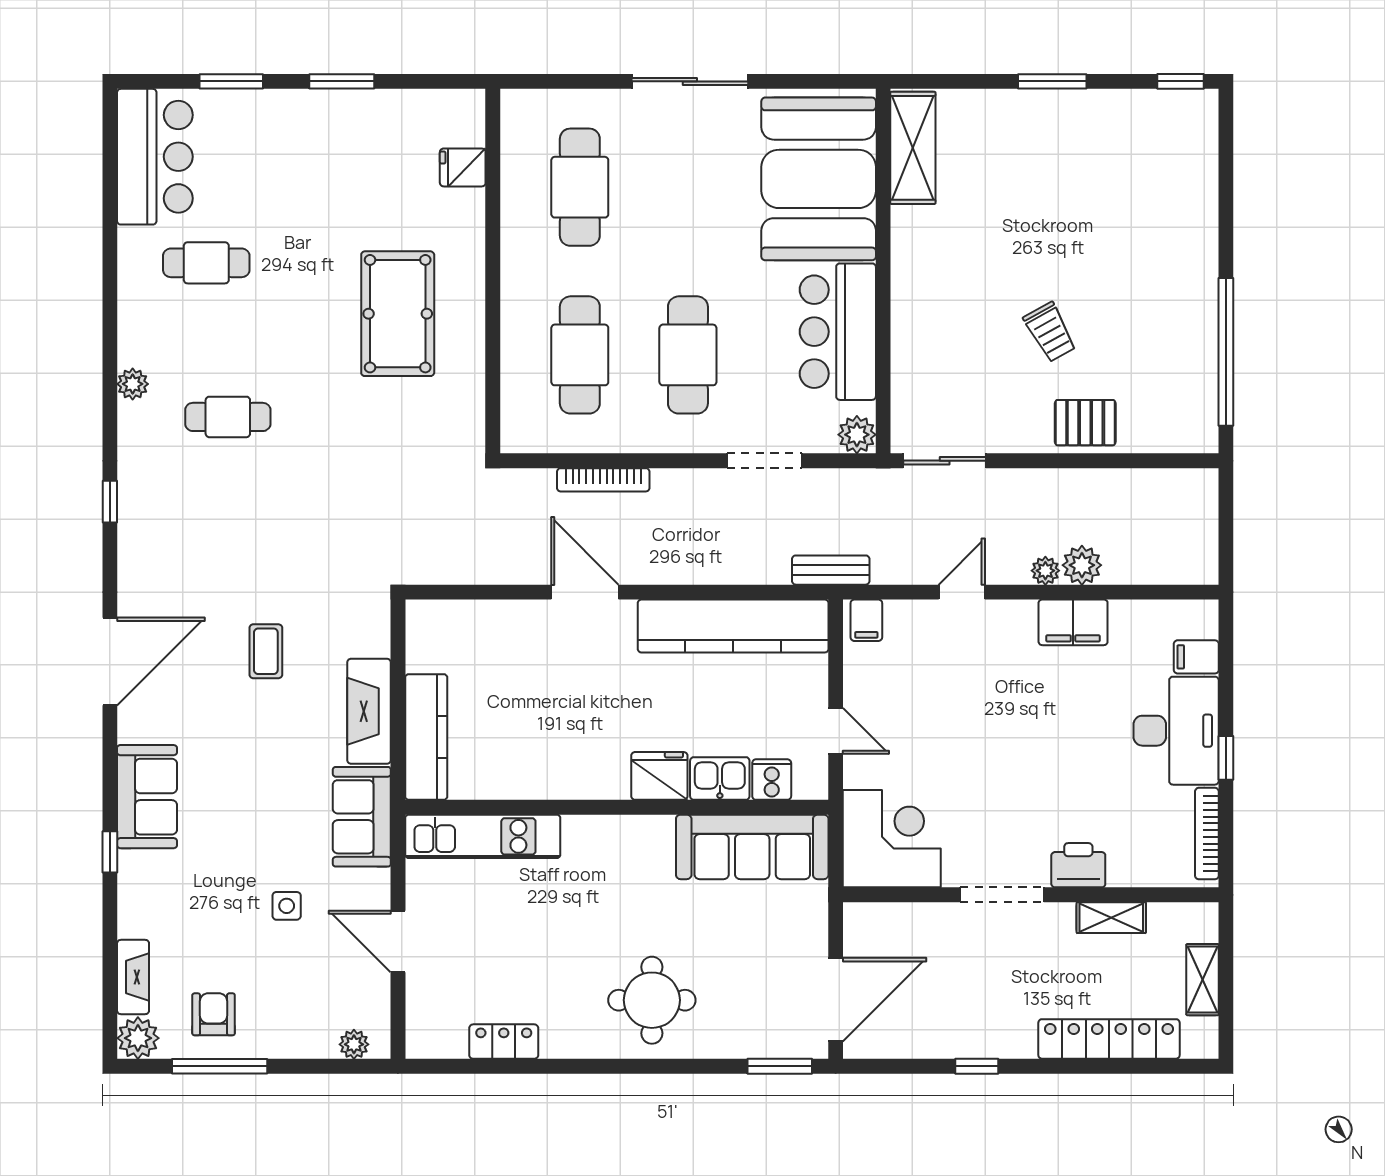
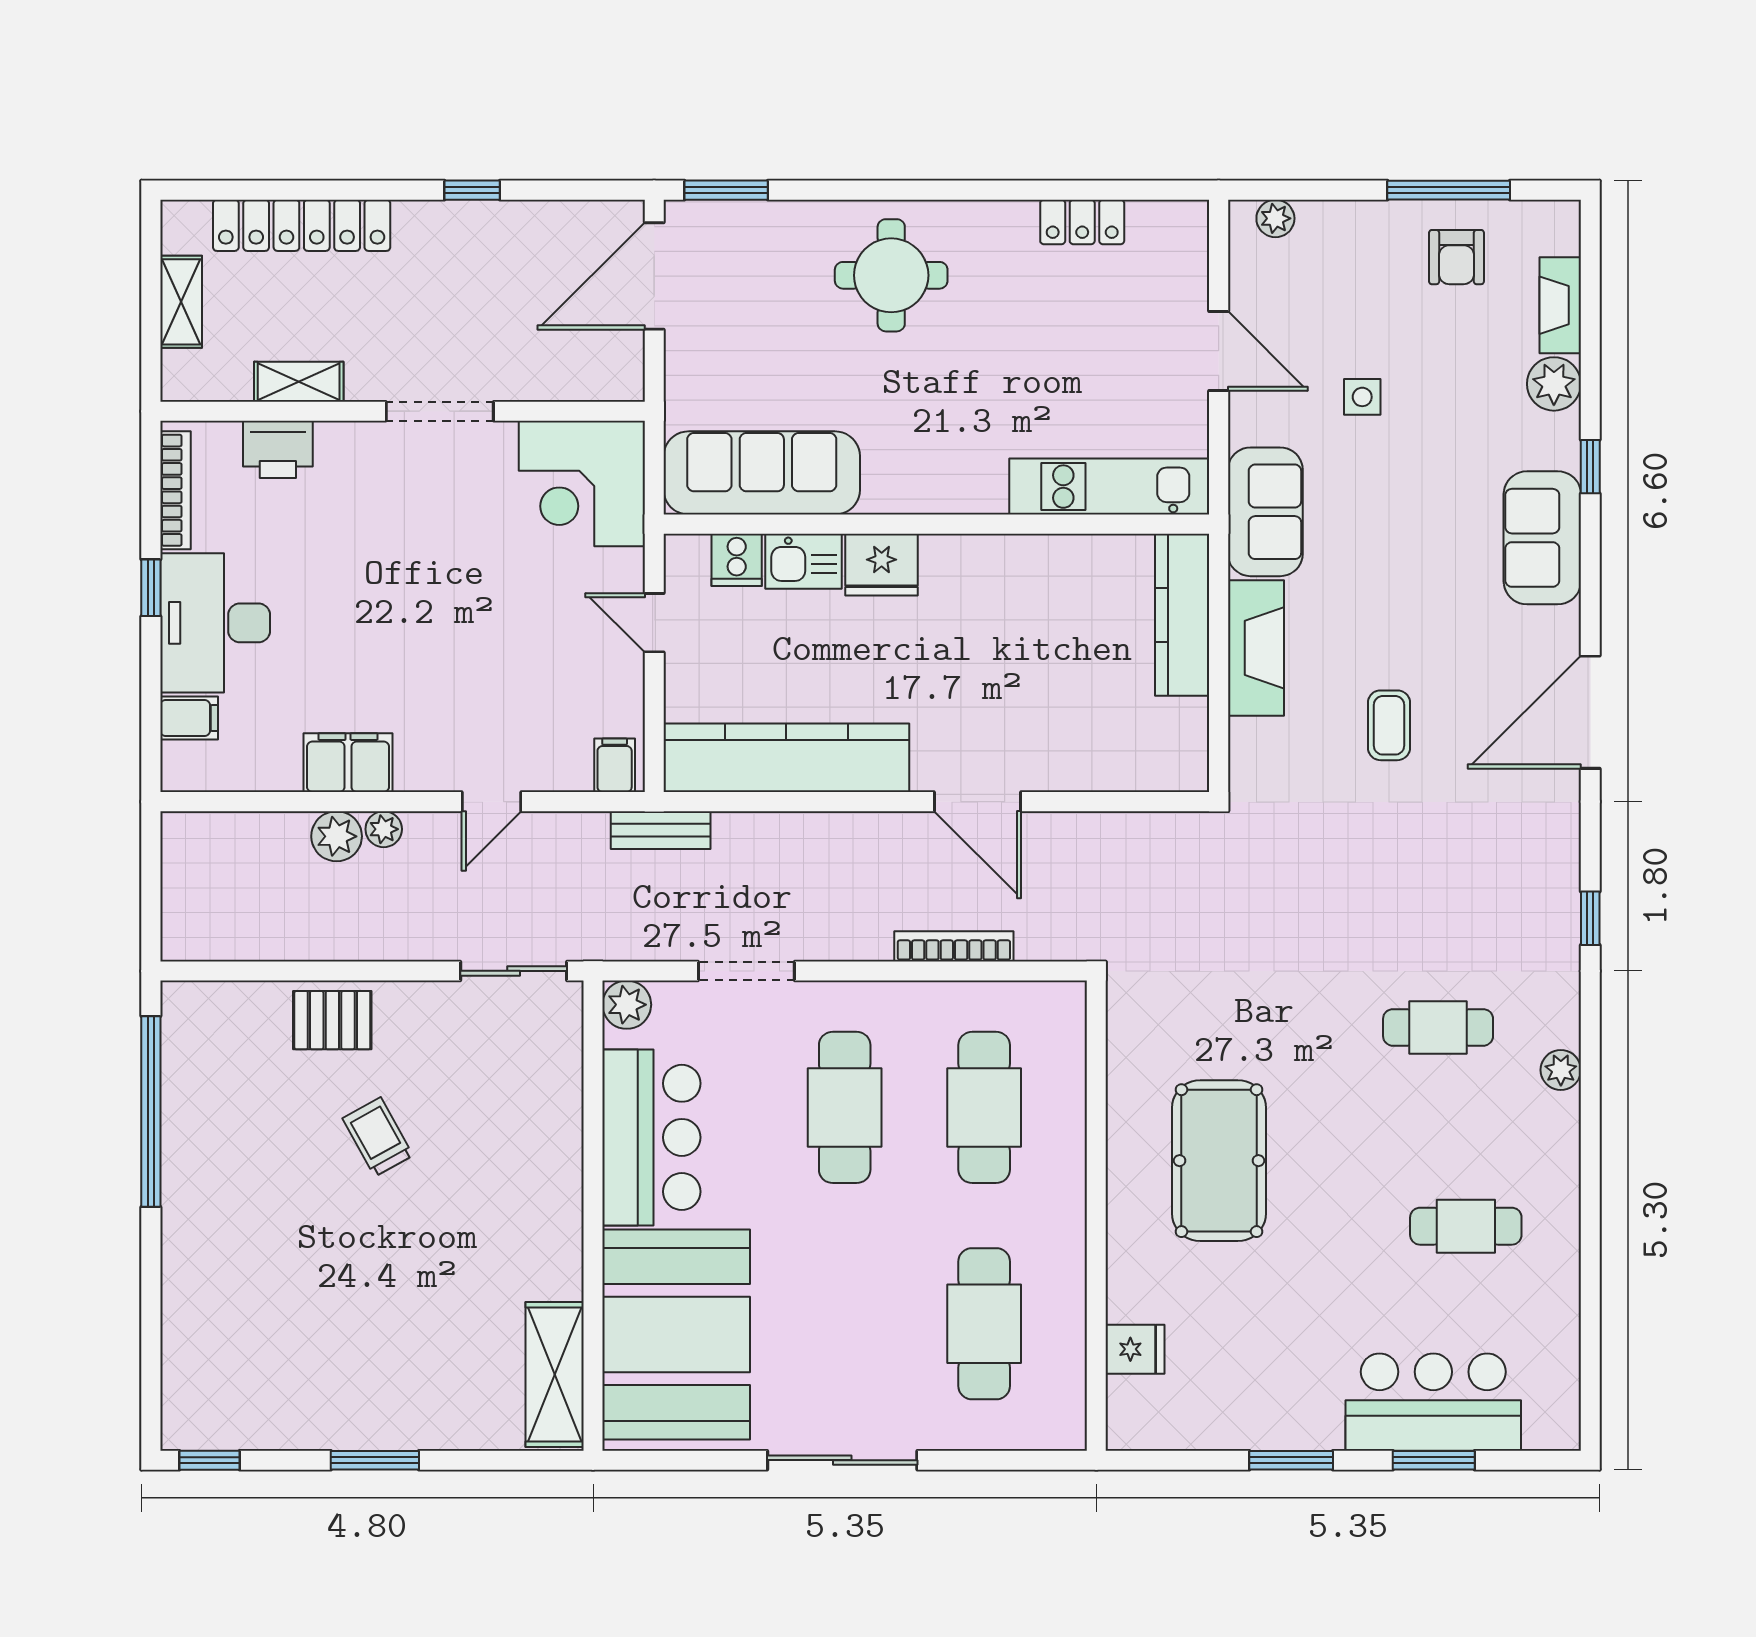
bar counter: (155, 157) -> (1433, 1402), moved, turned 90
printer: (1078, 865) -> (278, 449), moved
plant: (138, 1038) -> (1554, 384), moved

